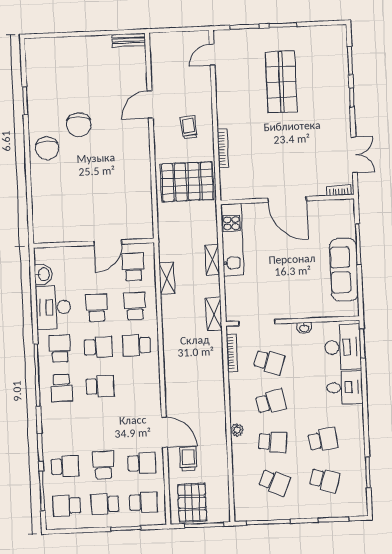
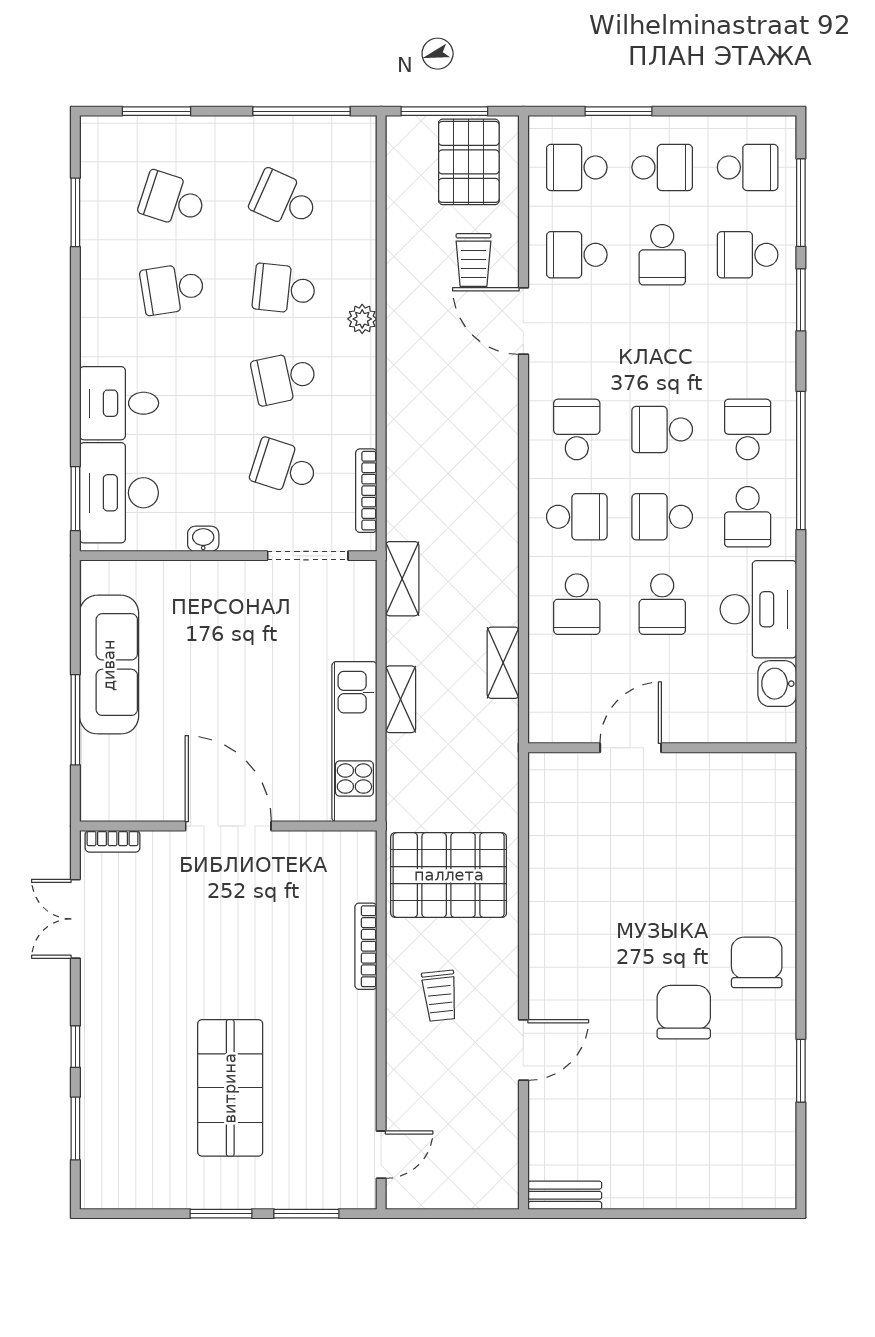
school desk: (133, 267) -> (577, 429), moved, turned 180

